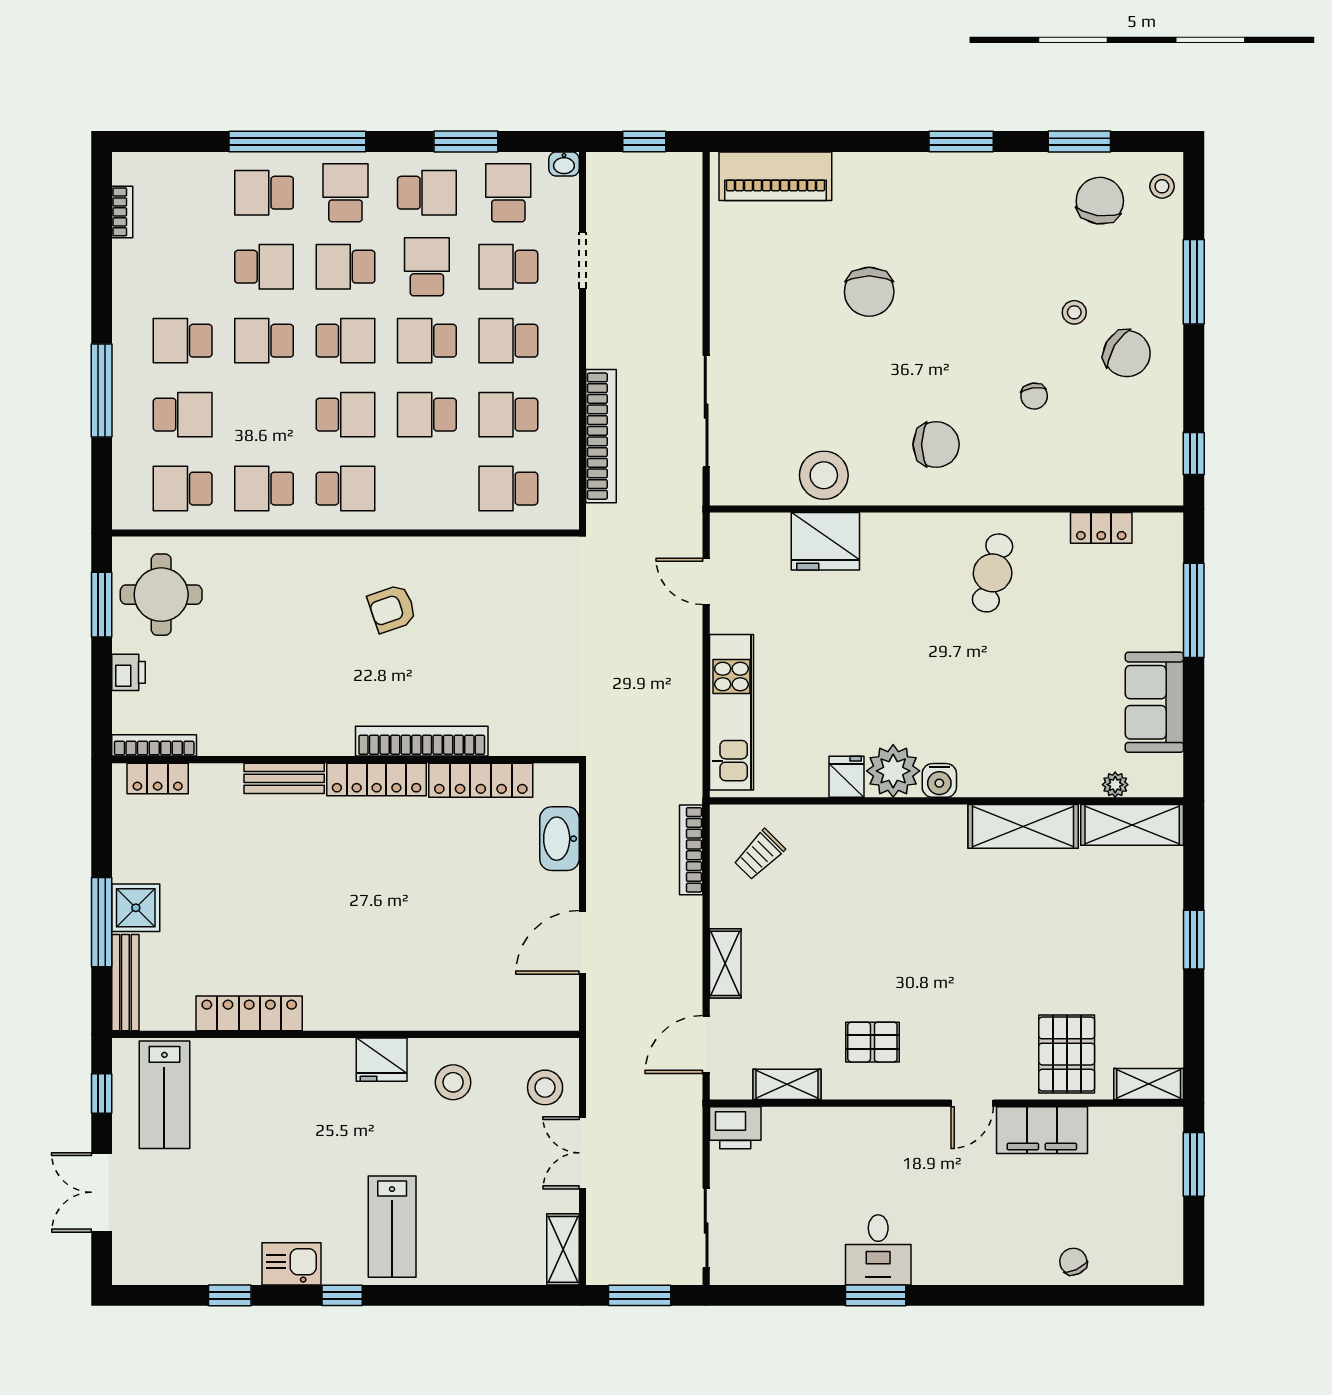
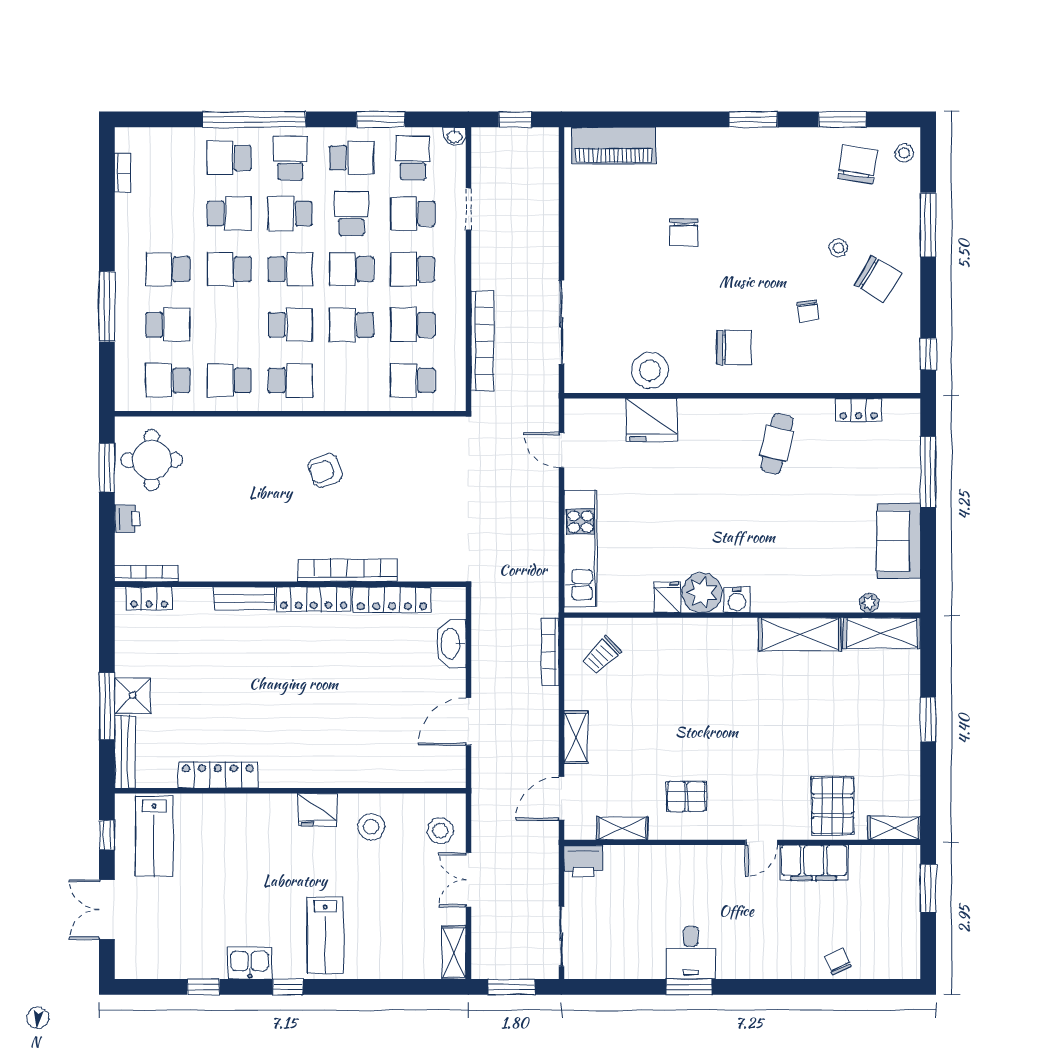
chair: (869, 292) -> (684, 232), width x0.73, depth x0.73

